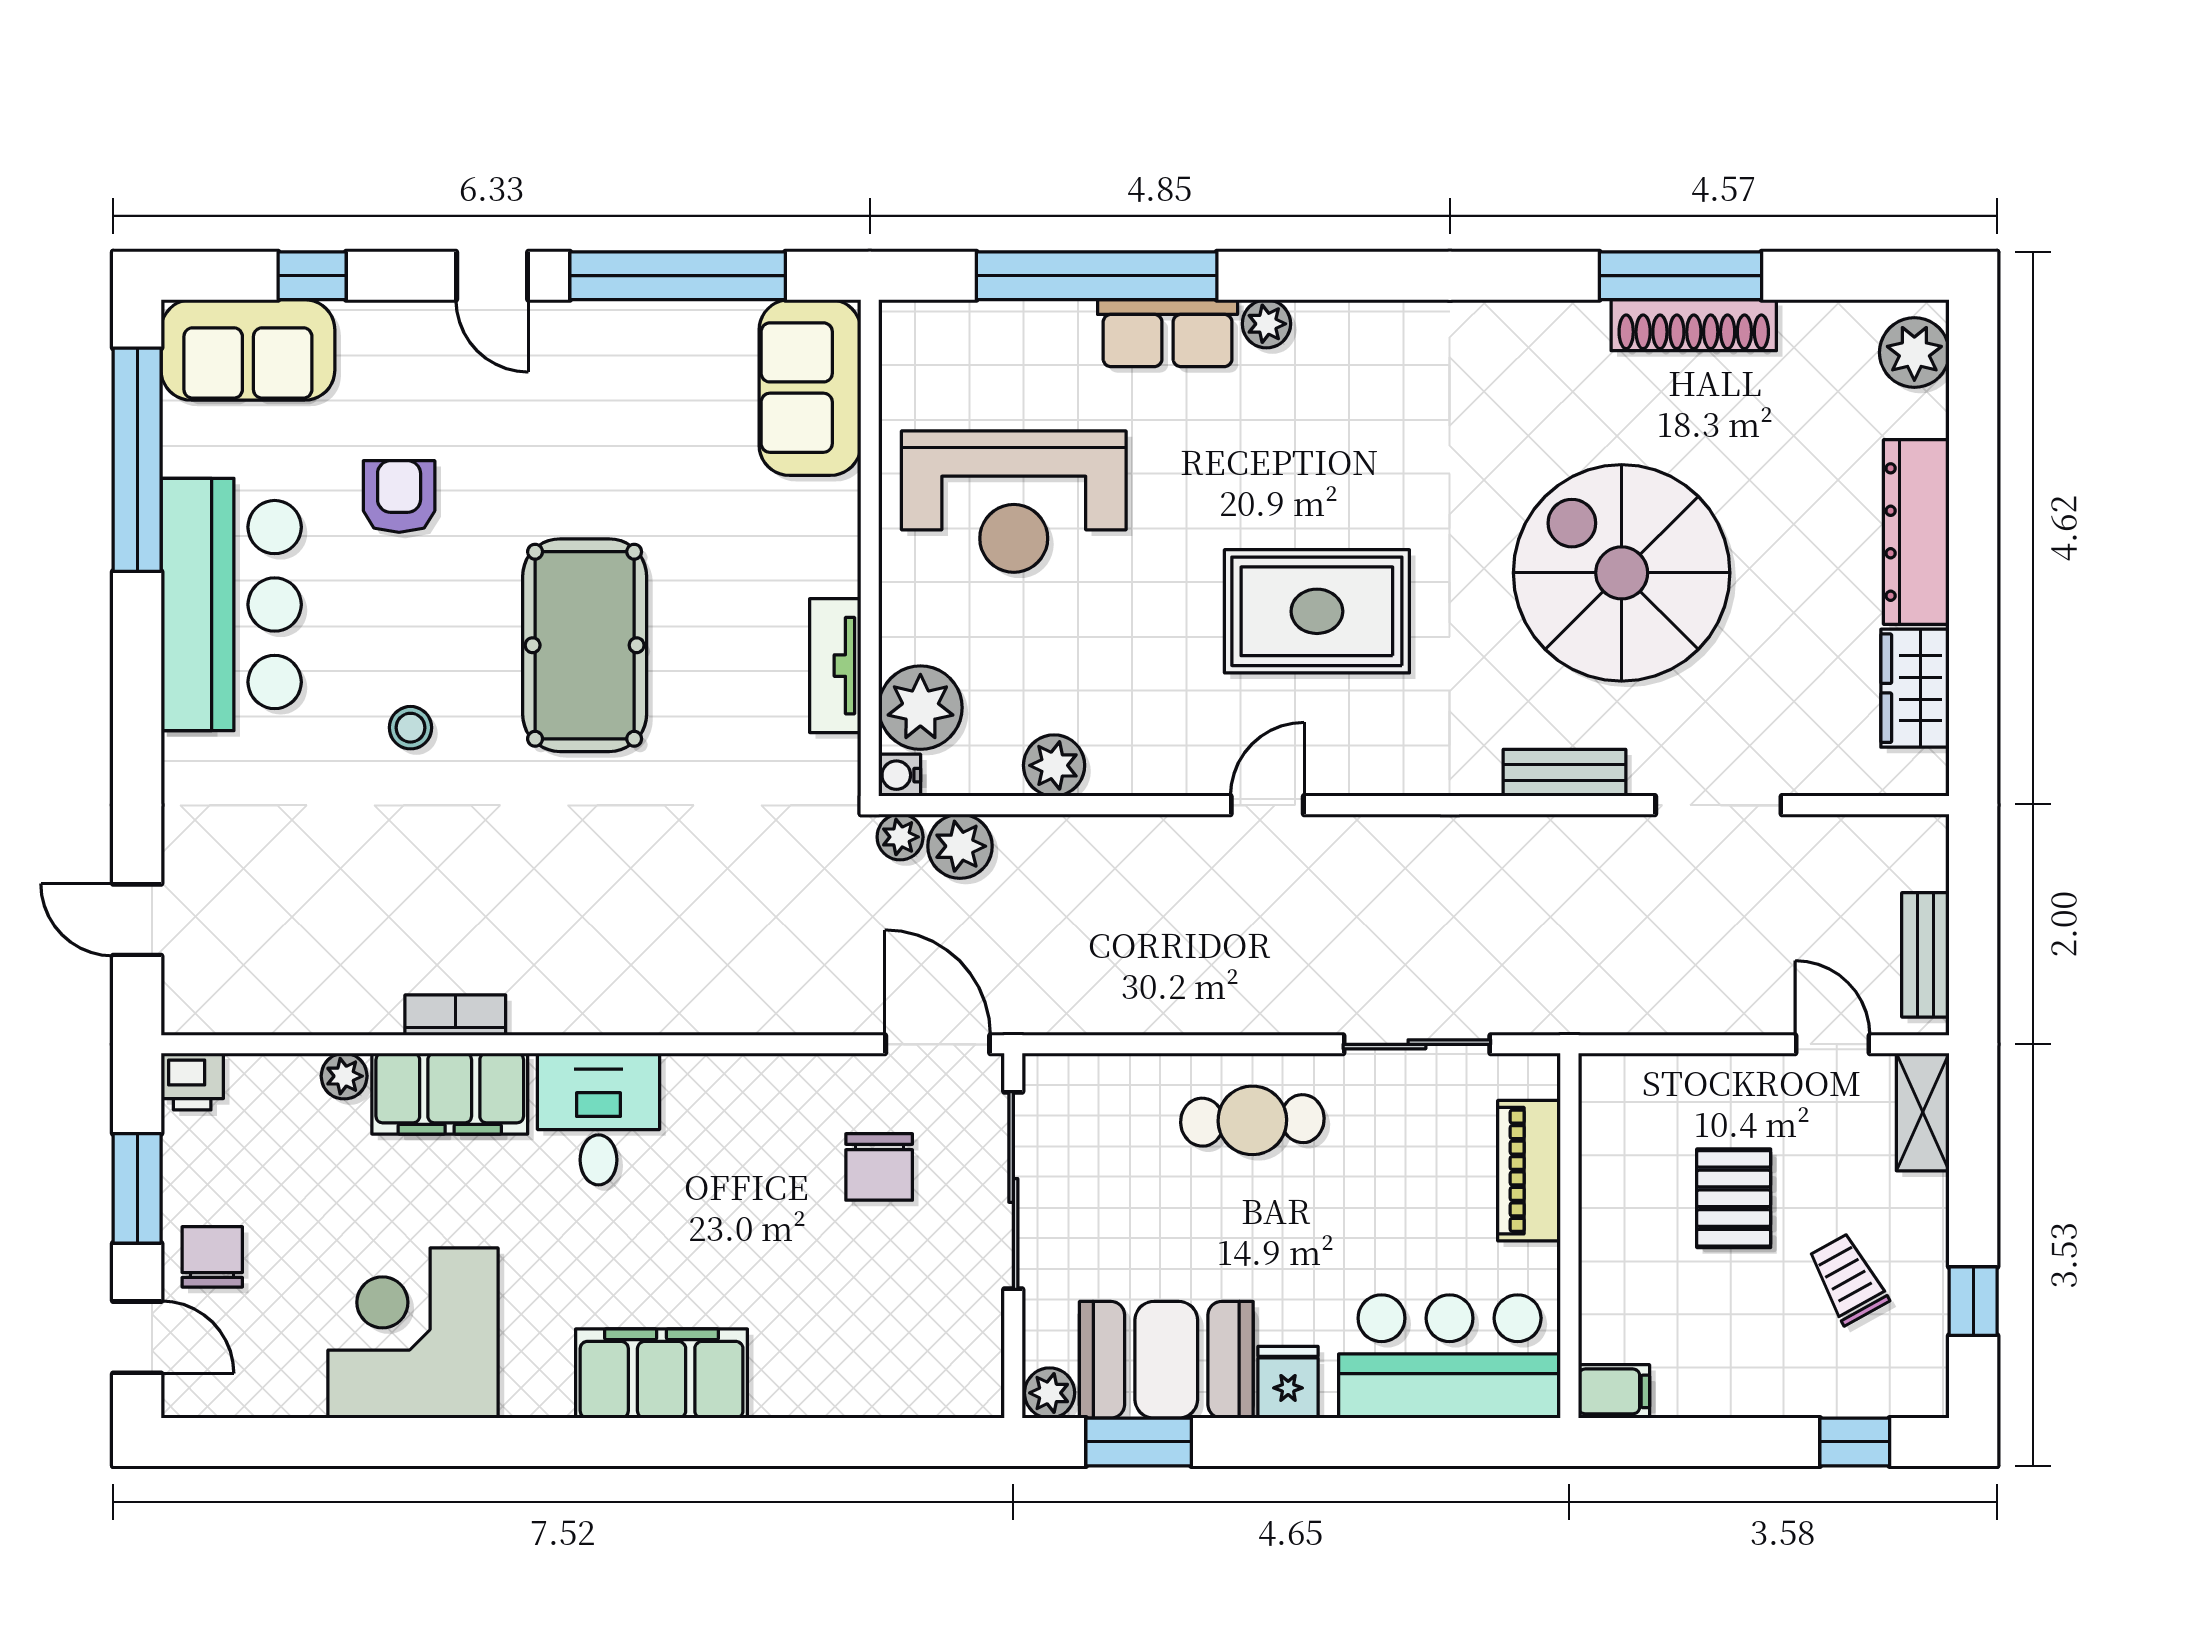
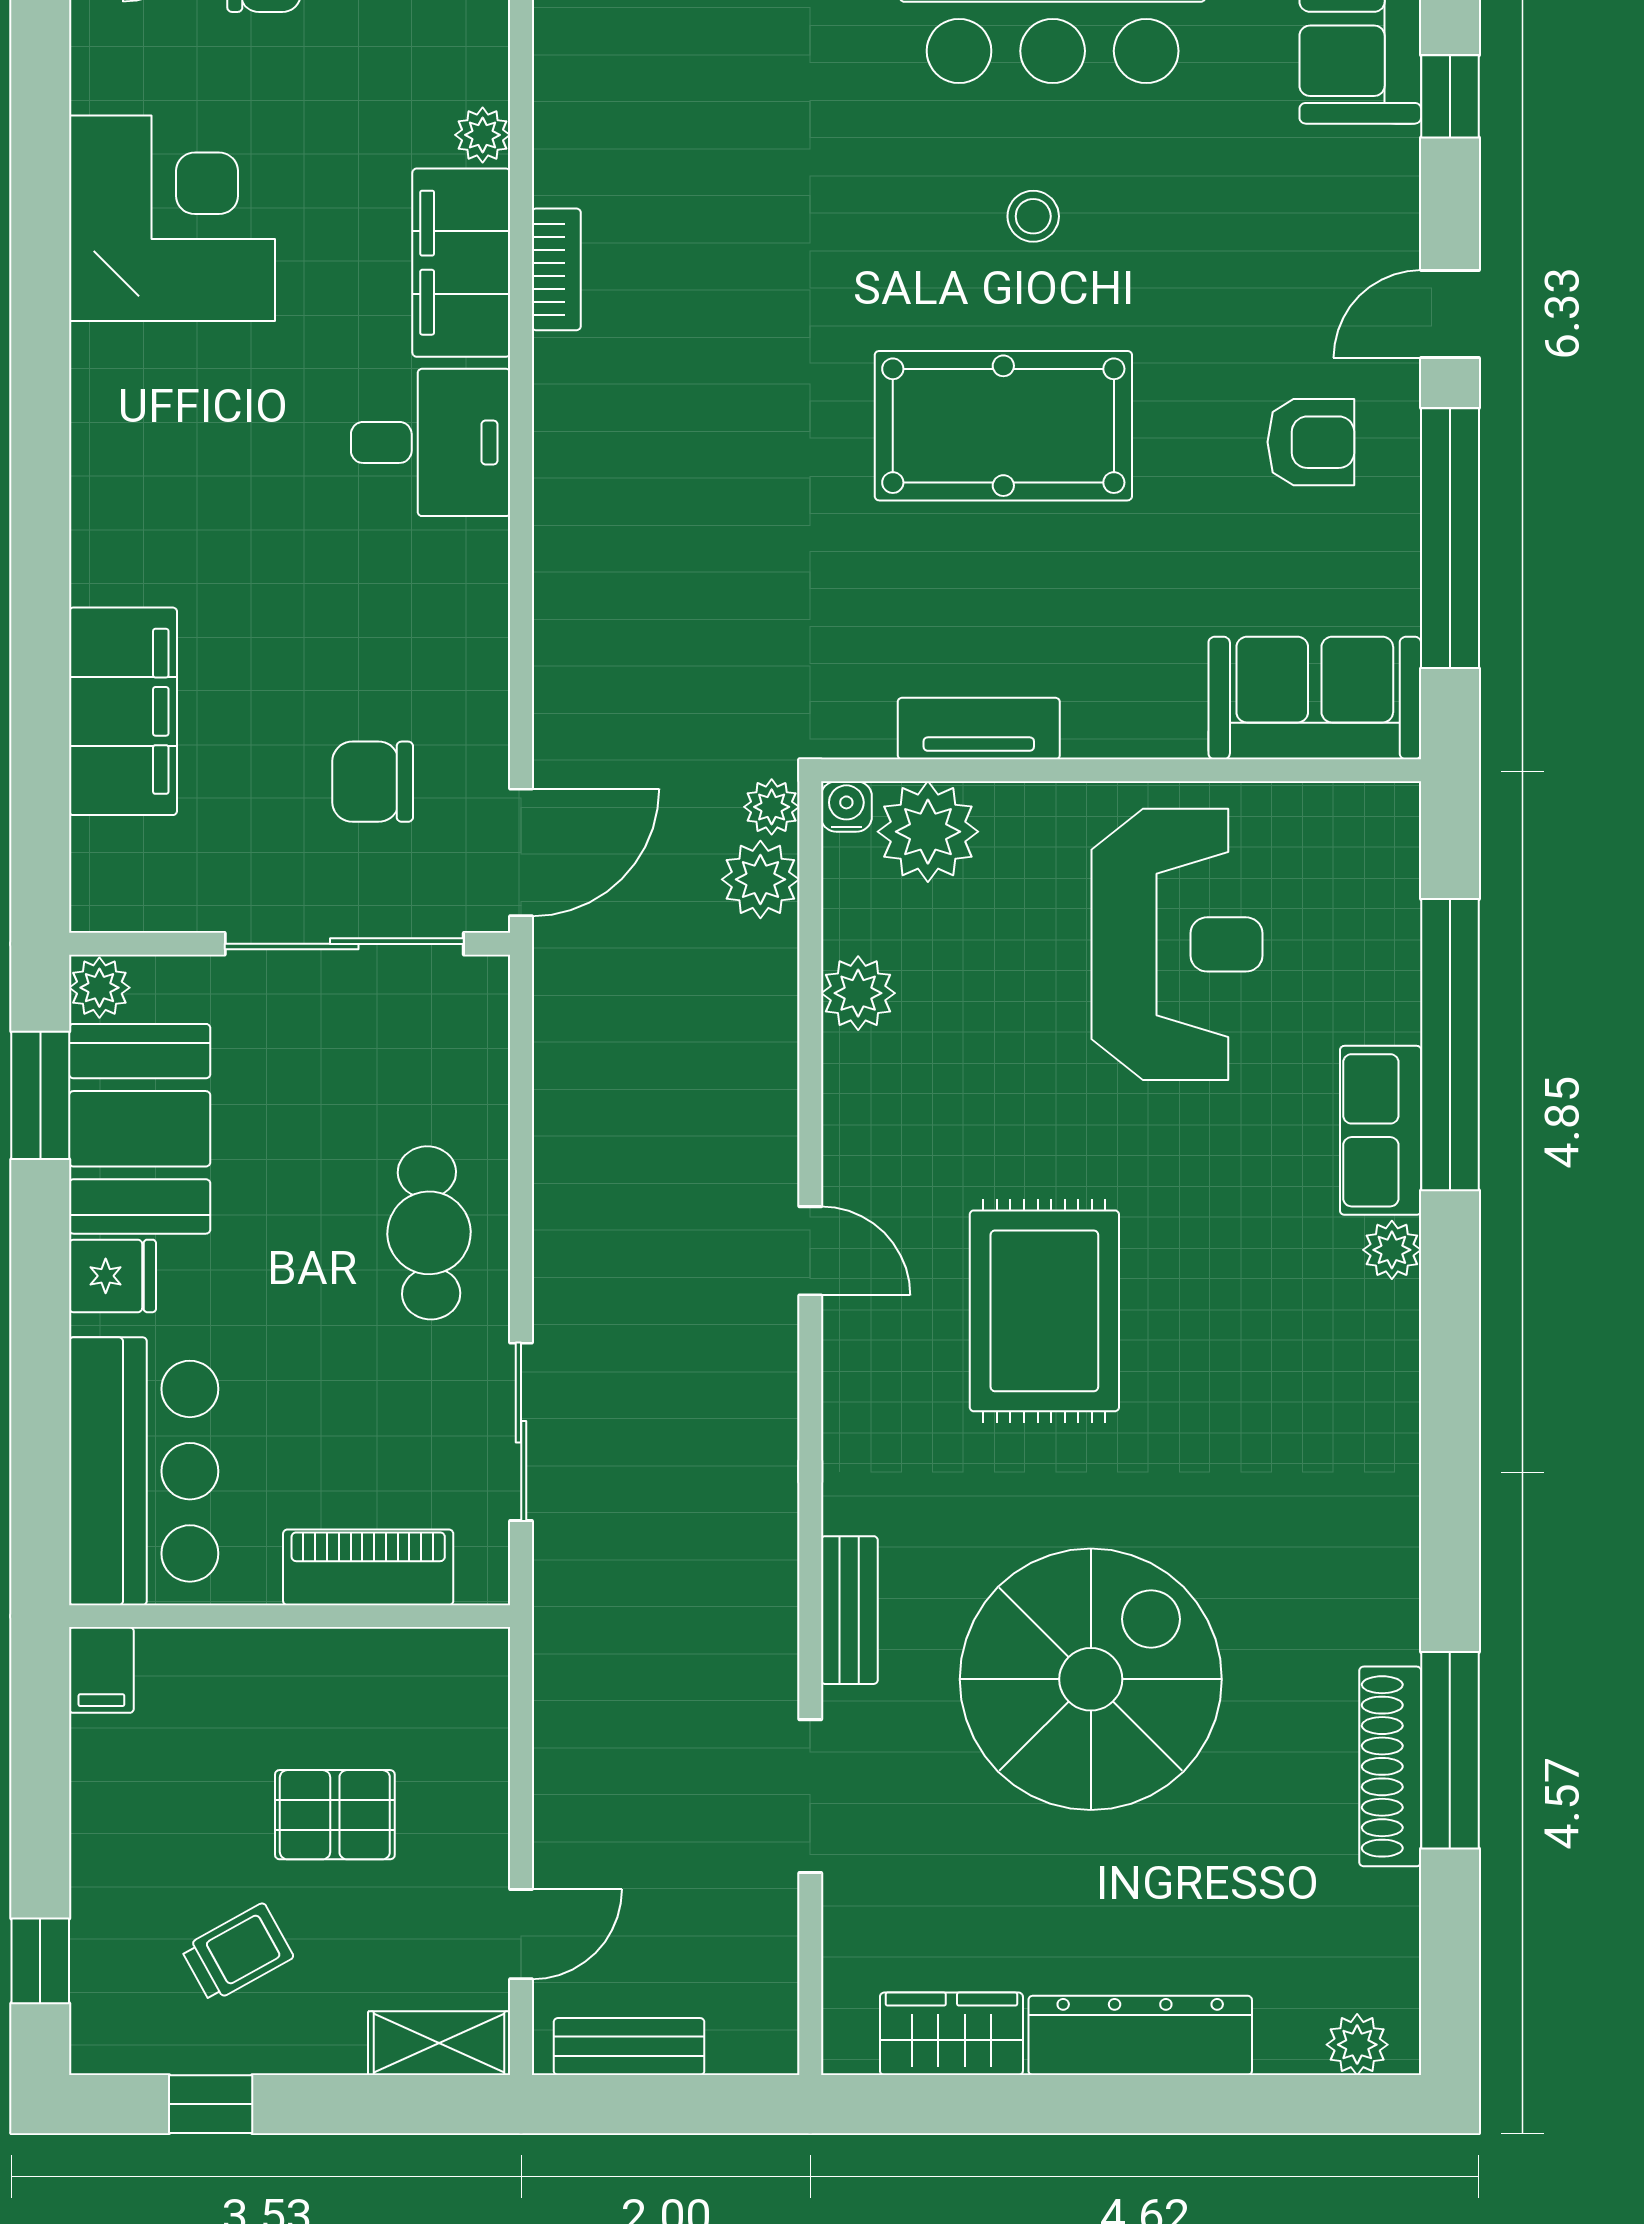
plant: (1914, 353) -> (1357, 2045), width x0.73, depth x0.73
armchair: (399, 497) -> (1311, 442), moved
reception desk: (1014, 502) -> (1177, 944), turned 180
stool: (410, 728) -> (1033, 216), moved
filing cabinet: (662, 1373) -> (123, 711), moved

